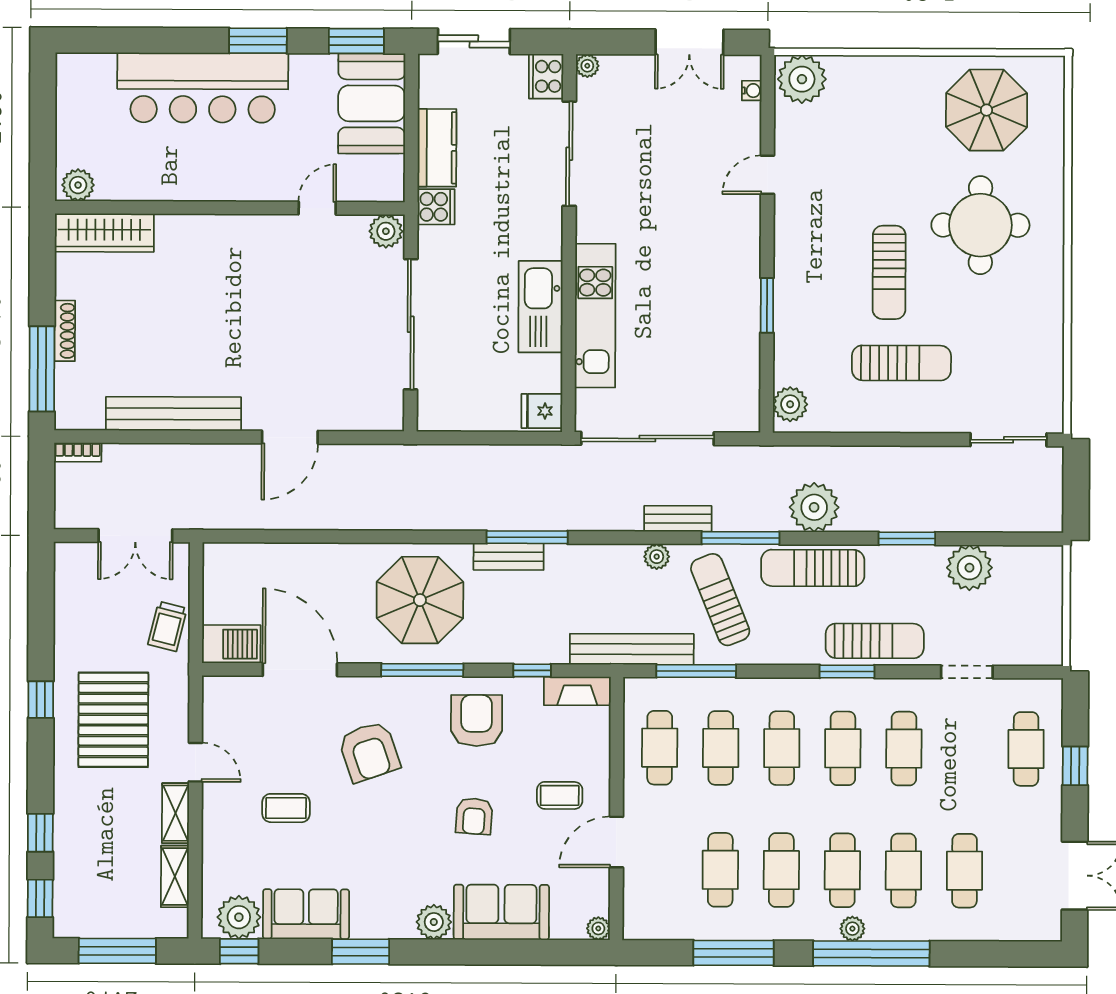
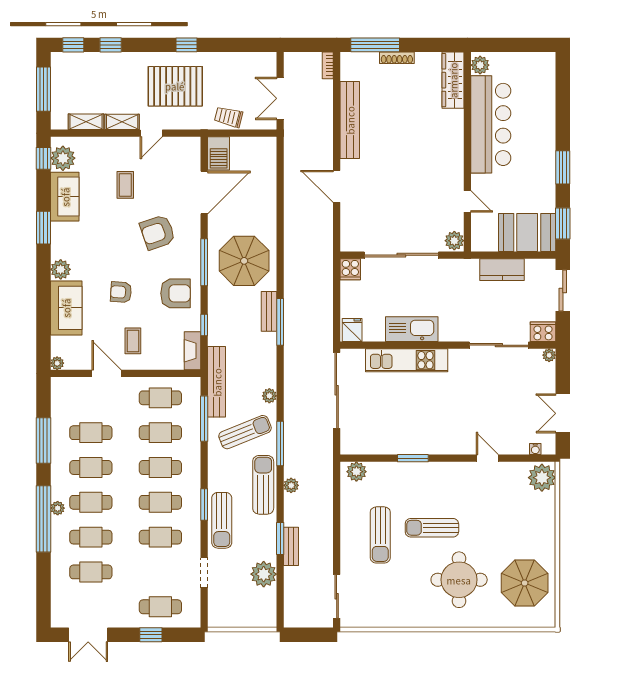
bar counter: (203, 88) -> (491, 124), moved, turned 180
cooker: (436, 207) -> (350, 269), moved
plant: (814, 507) -> (291, 485), width x0.53, depth x0.53
bench: (678, 519) -> (291, 546), moved

